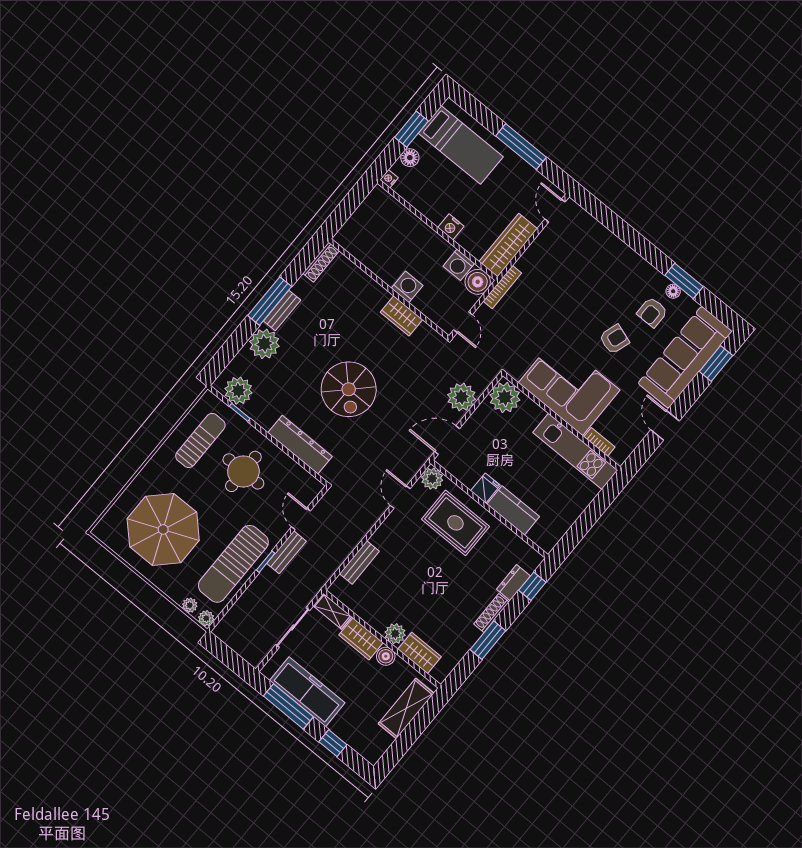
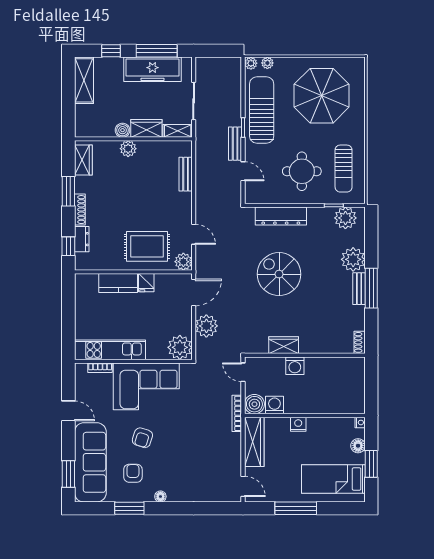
shoe rack: (321, 262) -> (360, 342), width x0.70
floor lamp: (673, 291) -> (160, 497), moved
wardrobe: (420, 653) -> (83, 160), moved, turned -90
shelving: (406, 709) -> (84, 80), moved

